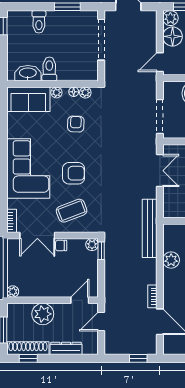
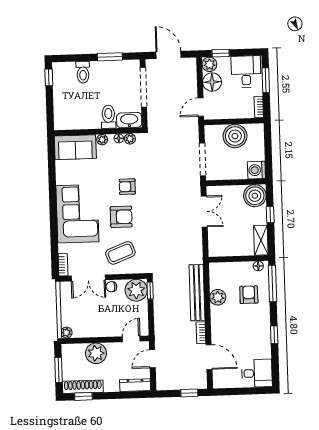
toilet: (49, 69) -> (108, 117), moved
washbasin: (28, 73) -> (129, 120), moved
armchair: (76, 124) -> (127, 187), moved, turned -92
bench: (150, 228) -> (197, 293), moved
plant: (92, 245) -> (136, 290), width x1.87, depth x1.87
dresser: (66, 348) -> (135, 385), moved

